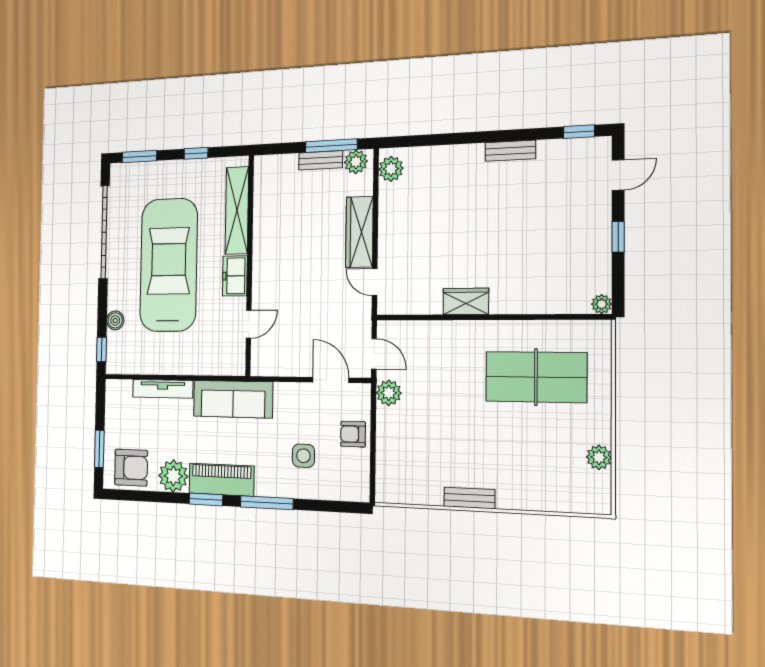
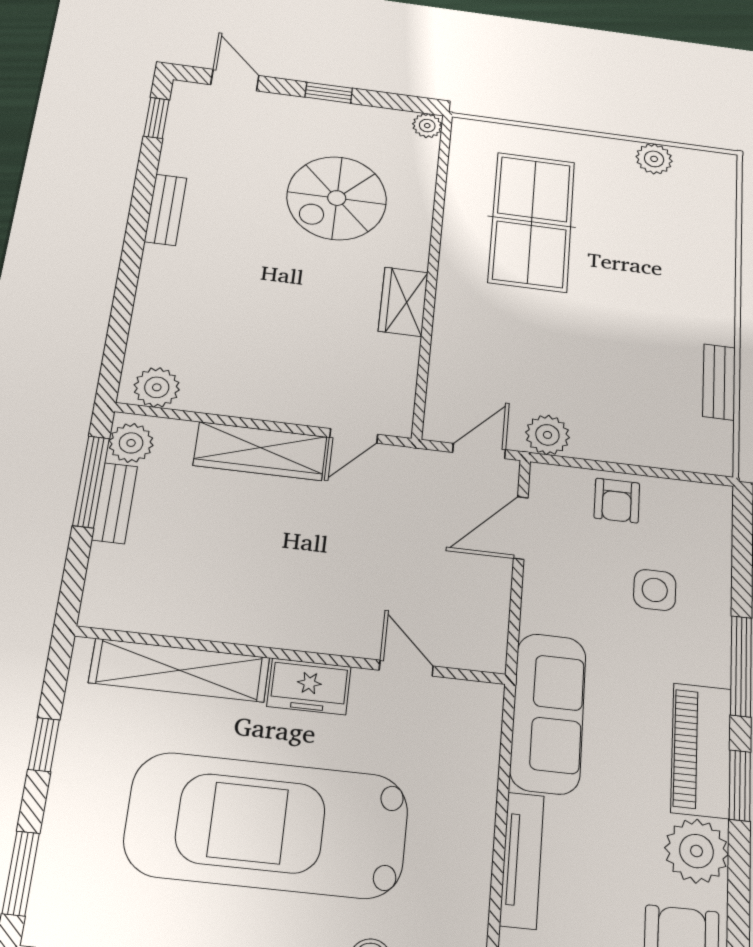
spiral stairs: (535, 253) -> (337, 198), added
bench: (469, 498) -> (719, 382), moved

